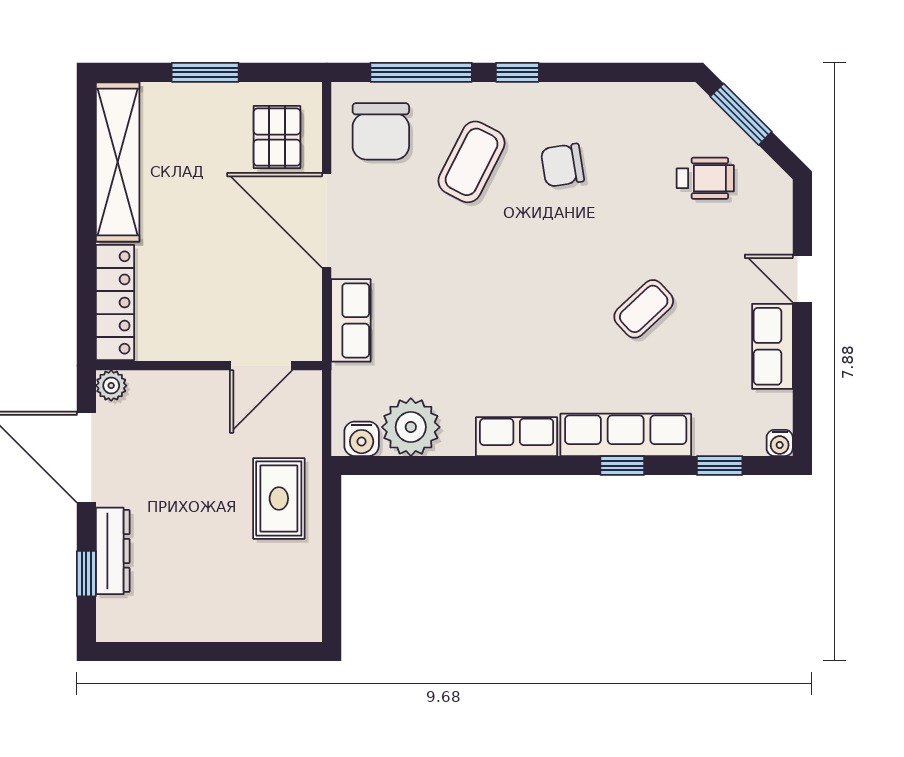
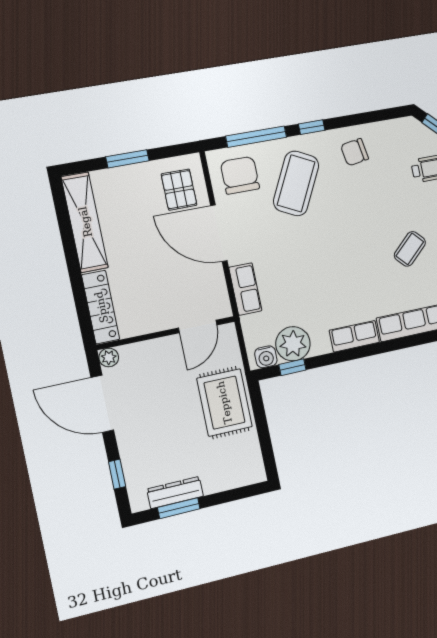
chair: (381, 131) -> (240, 175), turned 180
coffee table: (472, 162) -> (296, 183), width x1.36, depth x1.32
chair: (562, 165) -> (355, 152), moved
window: (622, 466) -> (292, 367), moved
rug: (279, 498) -> (224, 403), width x1.36, depth x1.43
dresser: (113, 551) -> (175, 493), moved, turned -90
window: (171, 652) -> (179, 508), added

